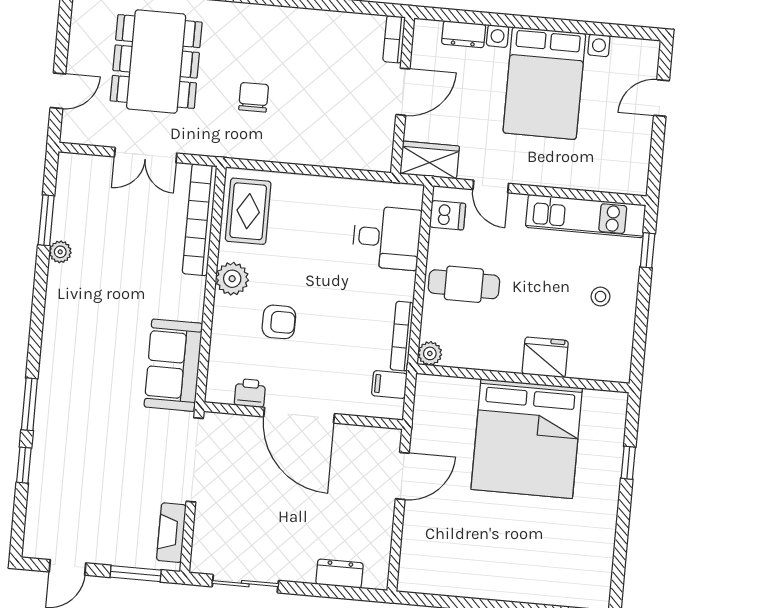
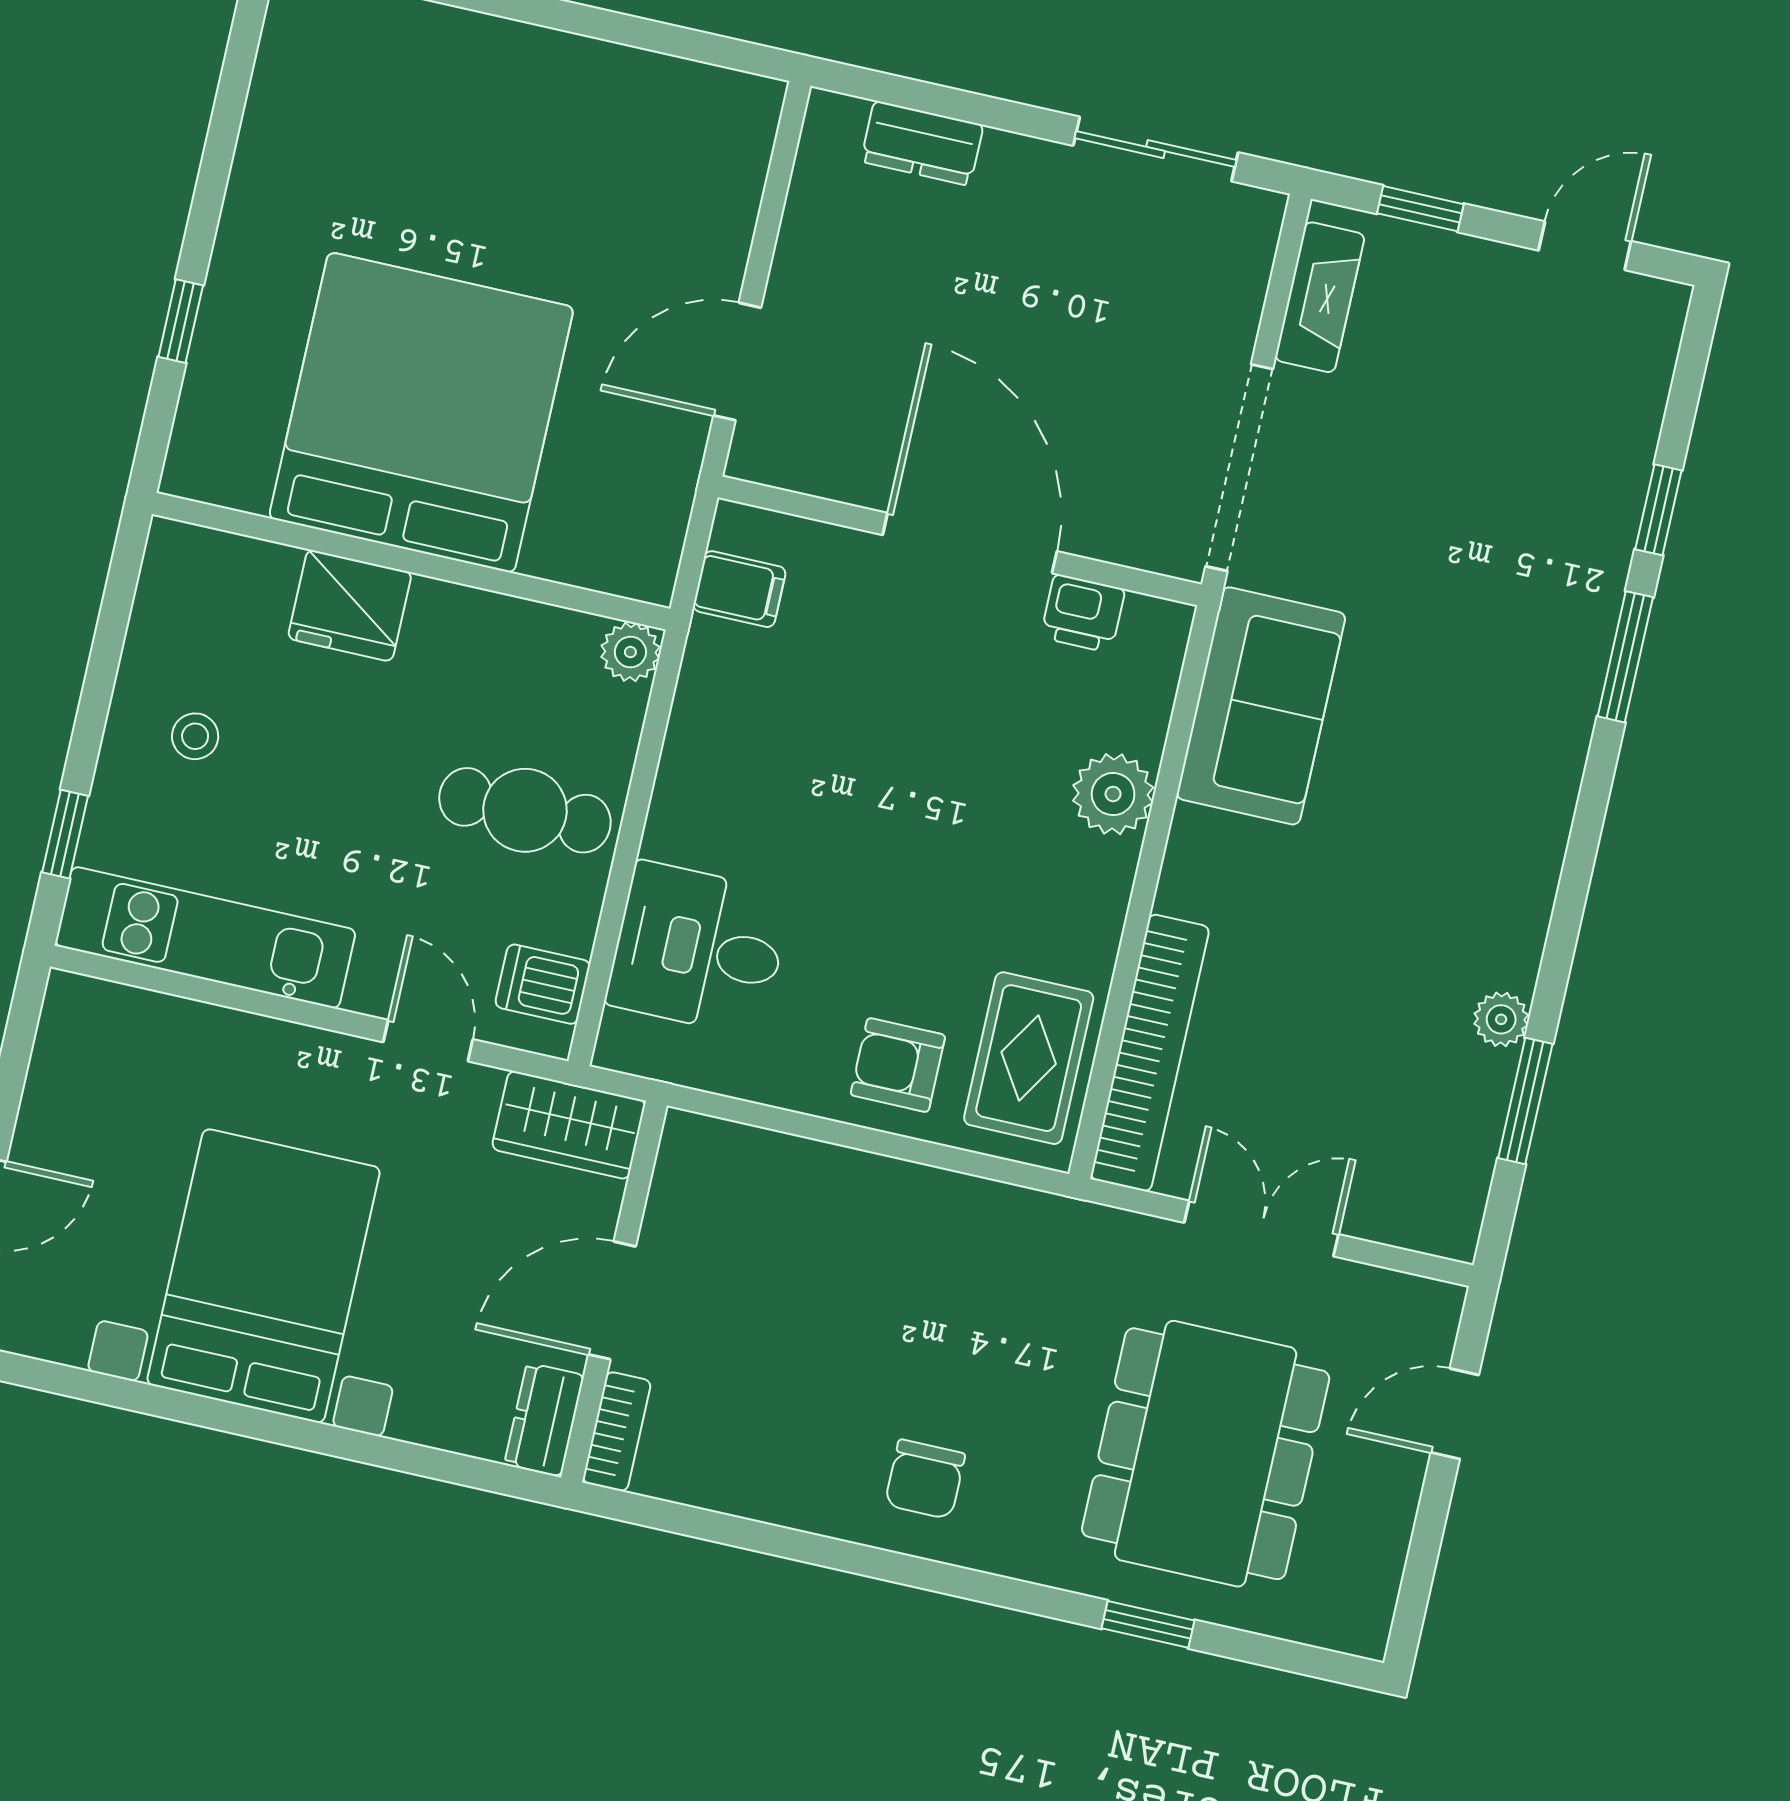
dresser: (464, 34) -> (544, 1419), moved, turned -90
chair: (254, 97) -> (925, 1479), moved
plant: (232, 279) -> (1113, 794), moved
armchair: (279, 322) -> (898, 1065), moved
bookcase: (402, 336) -> (693, 703), removed
window: (136, 574) -> (1420, 209), width x0.67

